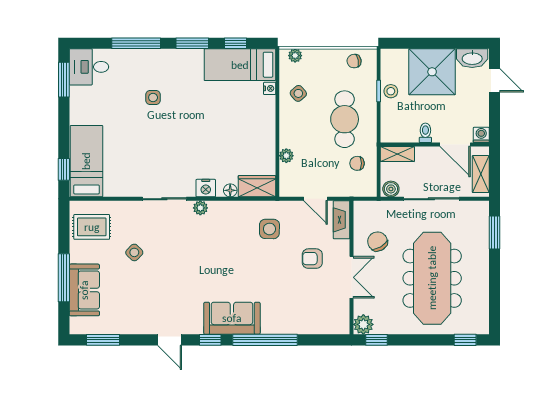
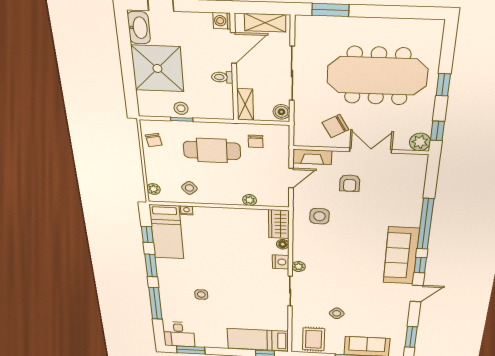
sofa: (232, 318) -> (401, 256), width x1.36
window: (465, 340) -> (443, 85), moved

